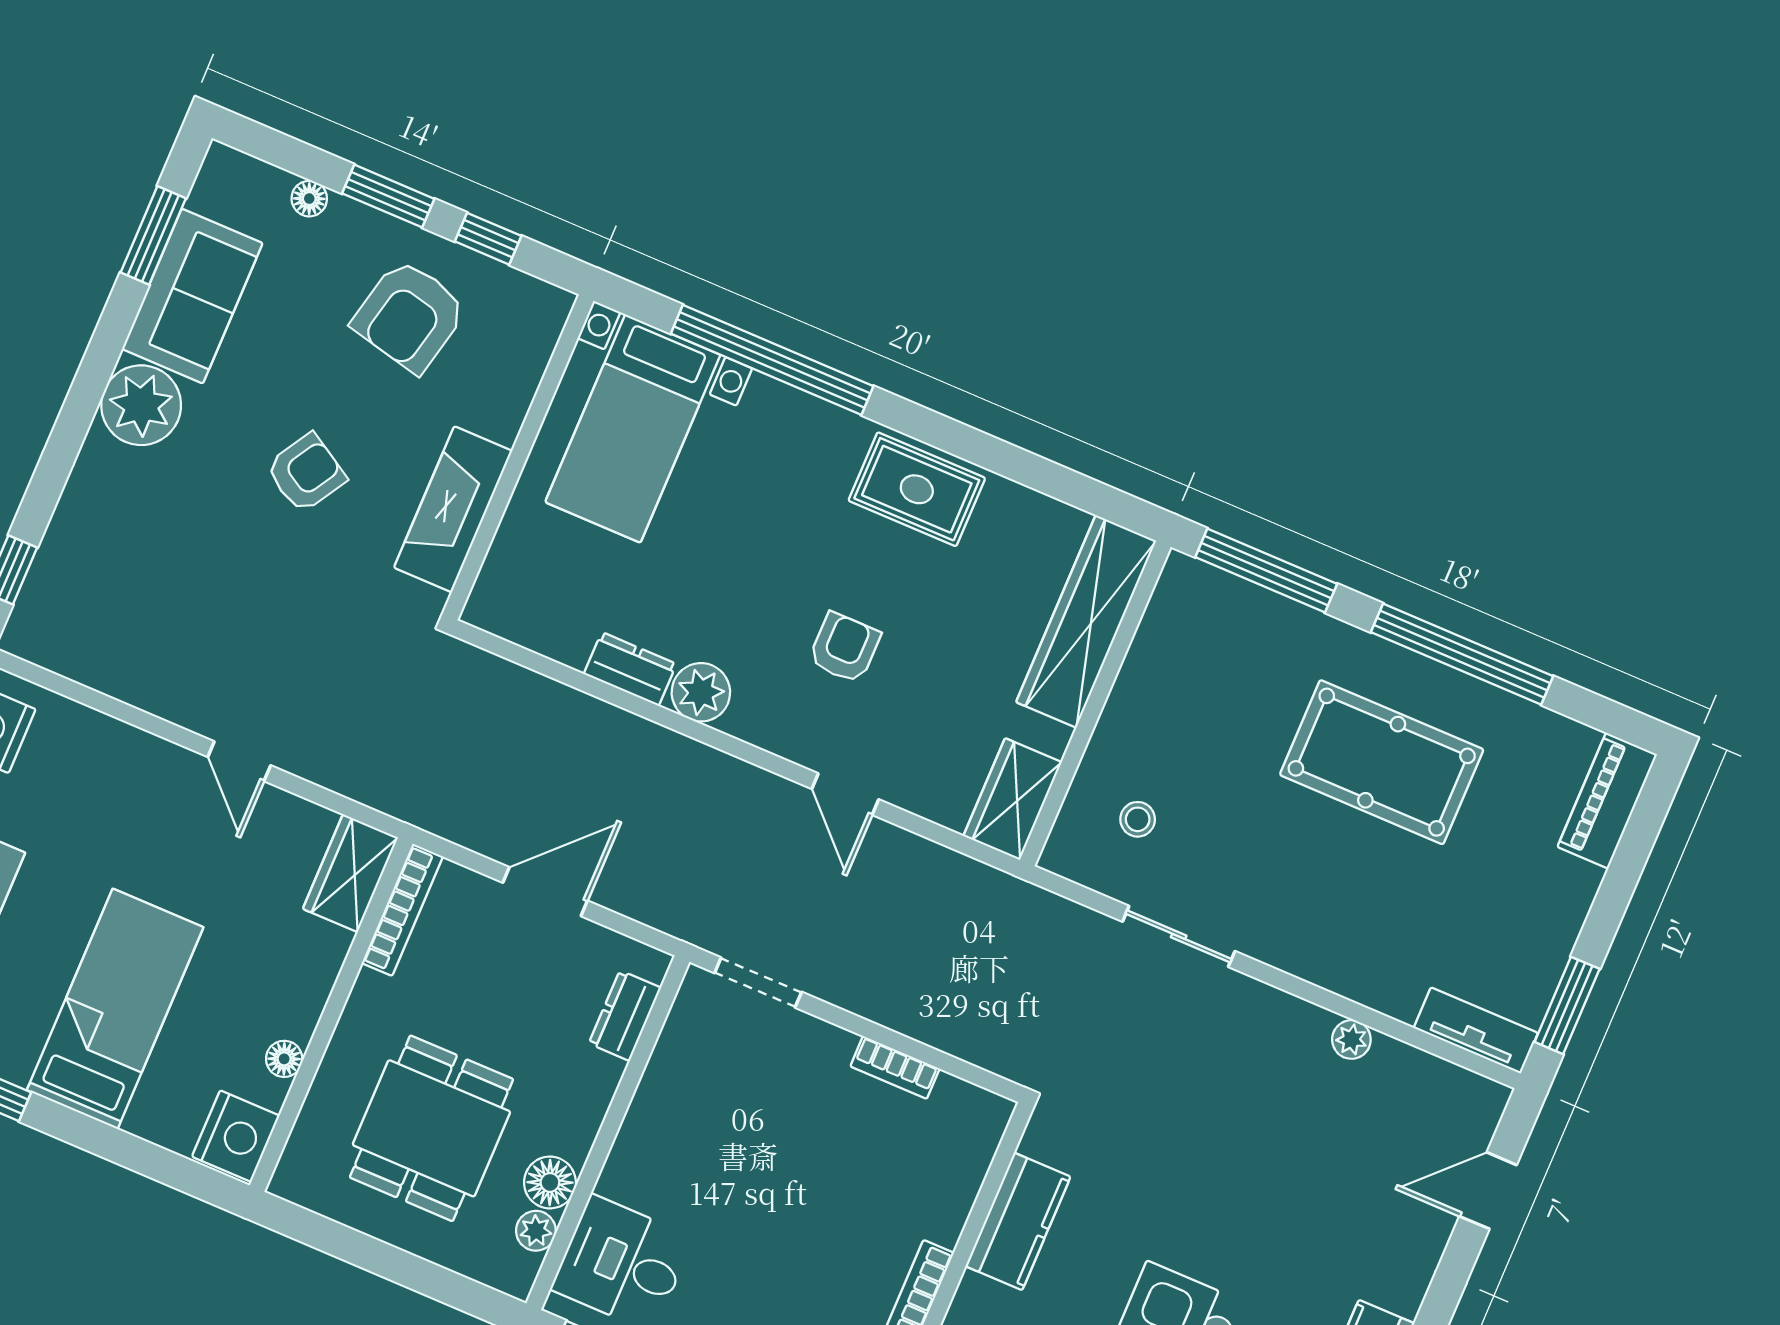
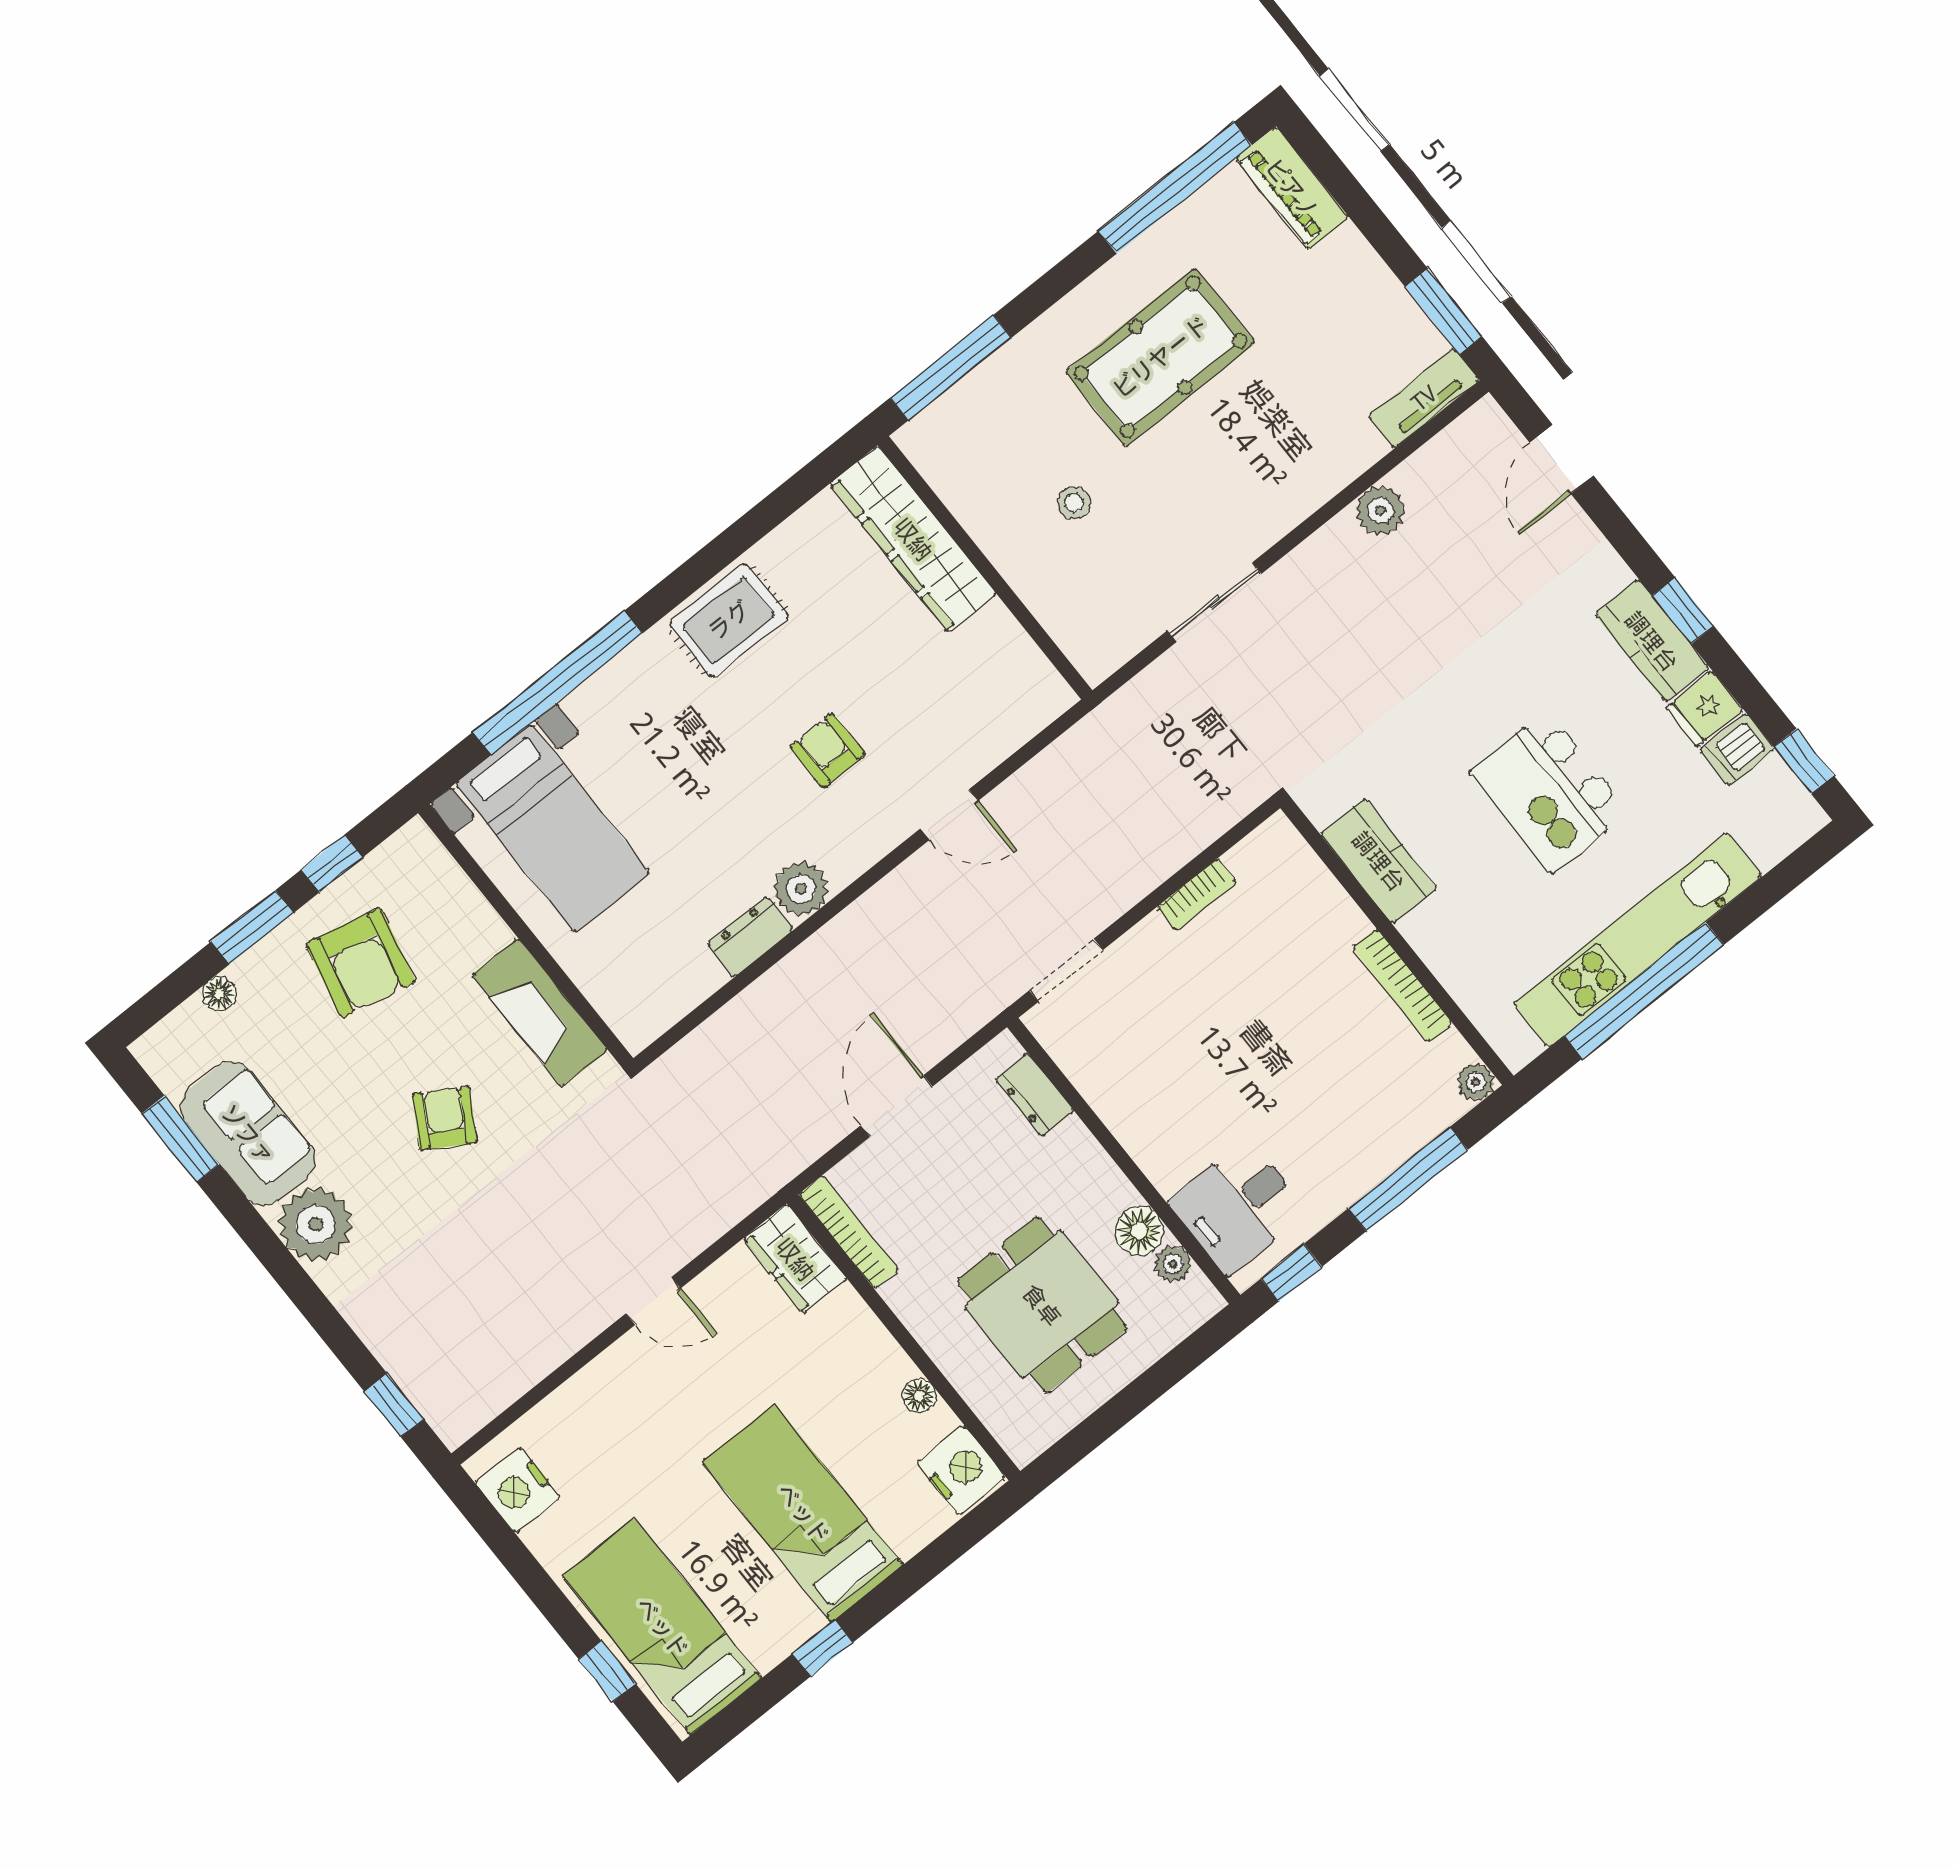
window: (1462, 654) -> (1175, 188), moved
wardrobe: (1013, 799) -> (1027, 679), removed
stool: (1138, 819) -> (1074, 503), moved
plant: (1351, 1039) -> (1380, 510), width x1.38, depth x1.38

